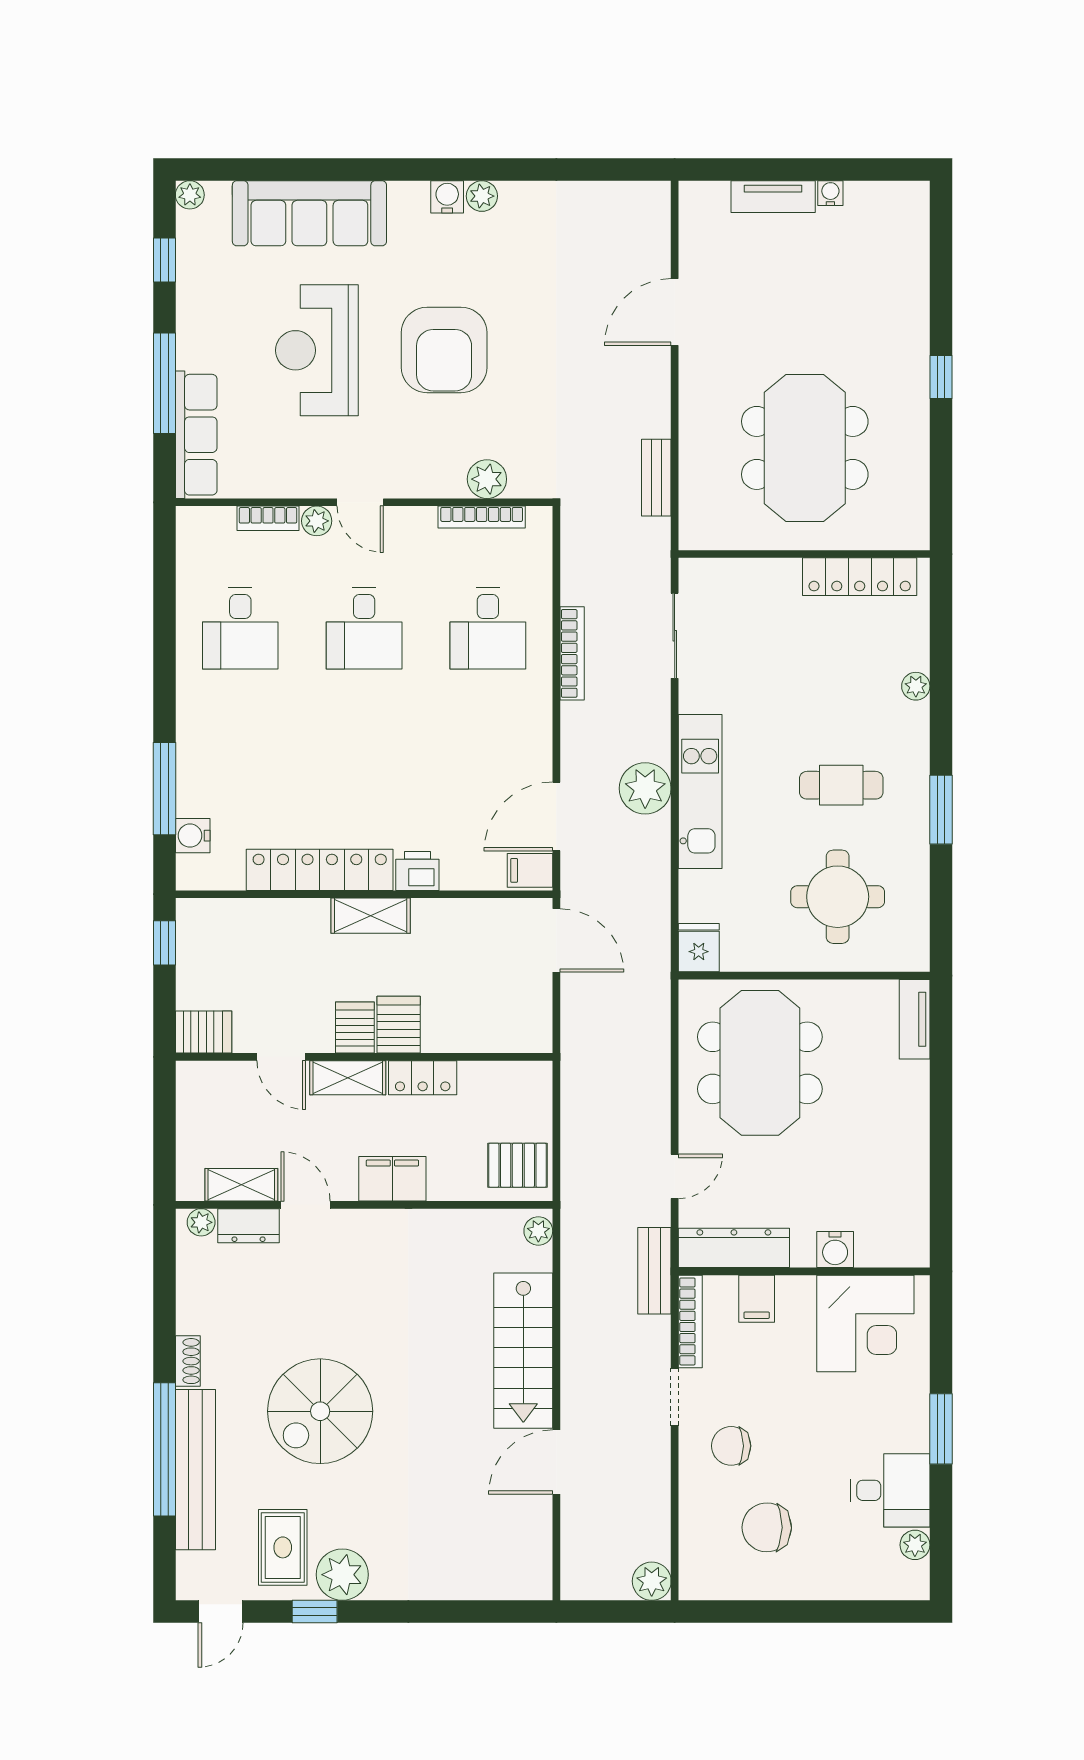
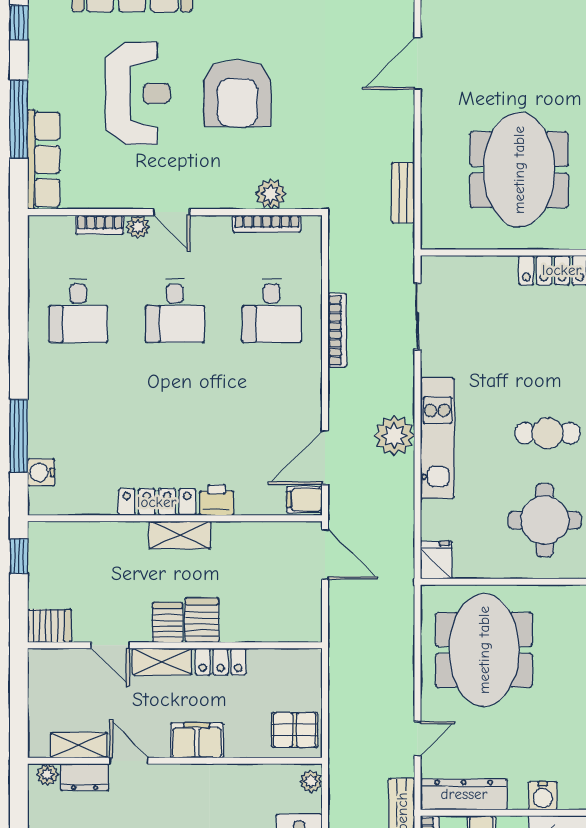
reception desk: (317, 350) -> (138, 93), turned 180
locker: (320, 870) -> (157, 502), width x0.71, depth x0.83

